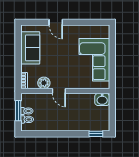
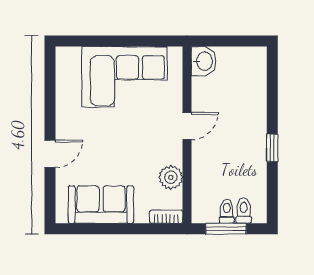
door: (59, 91) -> (187, 126), moved
window: (96, 134) -> (272, 148), moved

